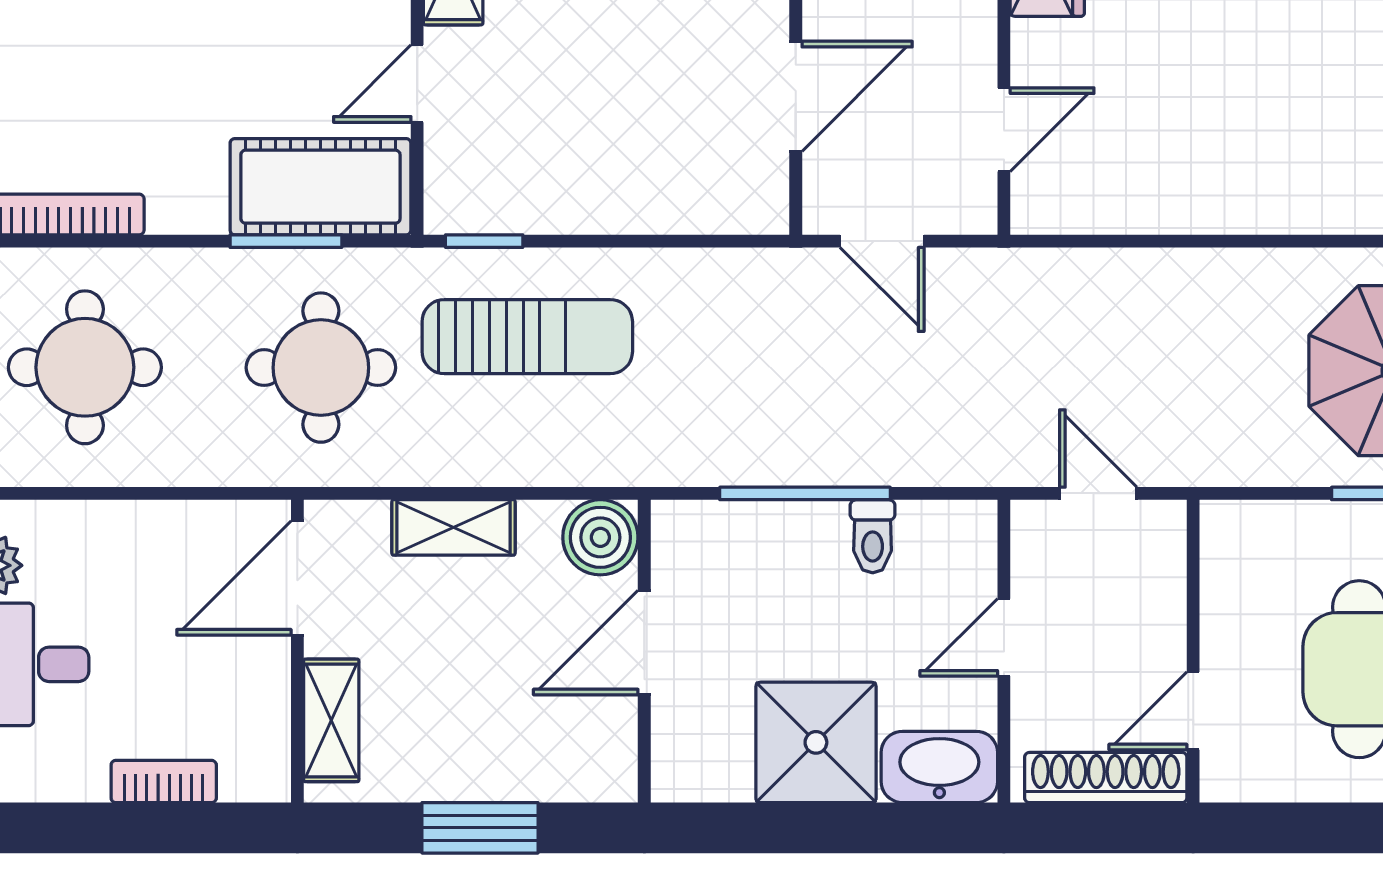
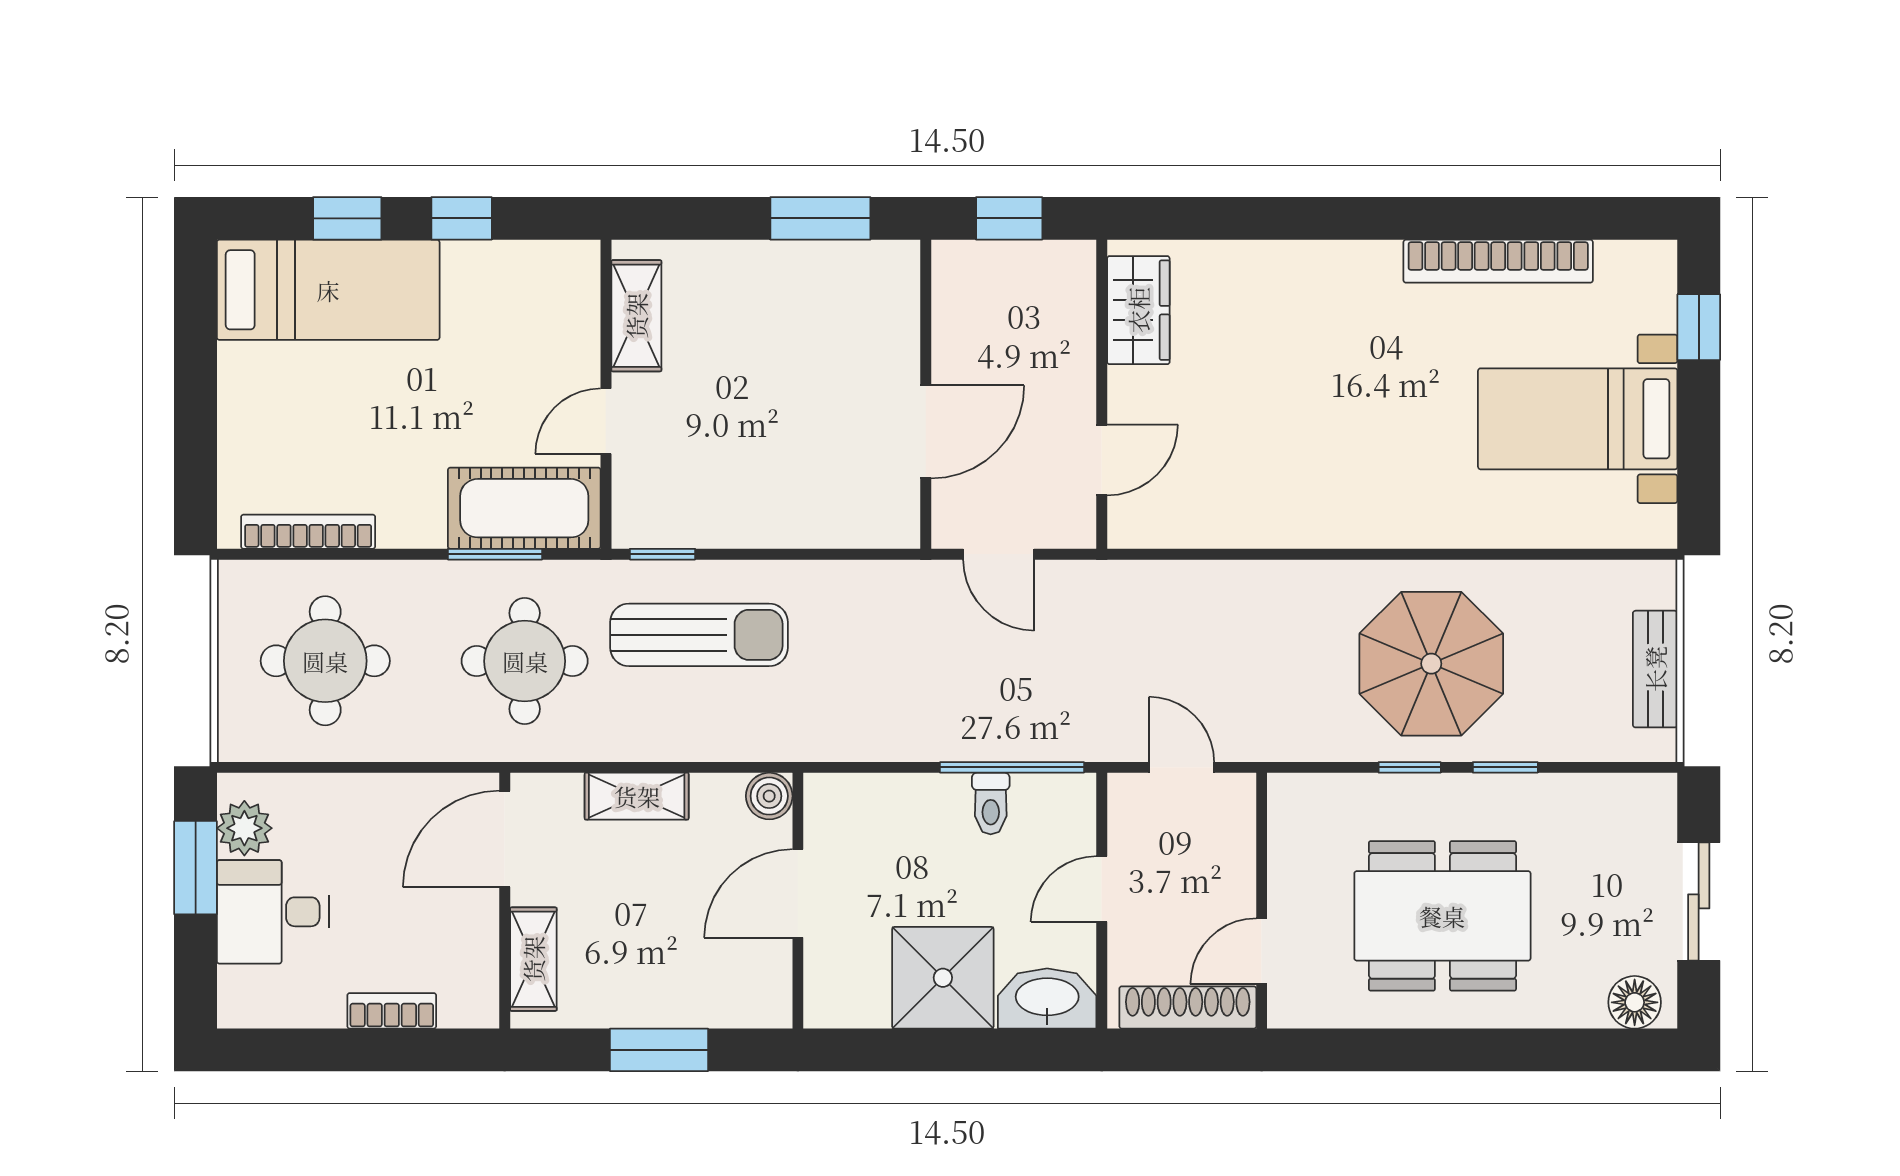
window: (805, 493) -> (1012, 767), moved
boiler: (600, 537) -> (769, 796), width x0.73, depth x0.73

